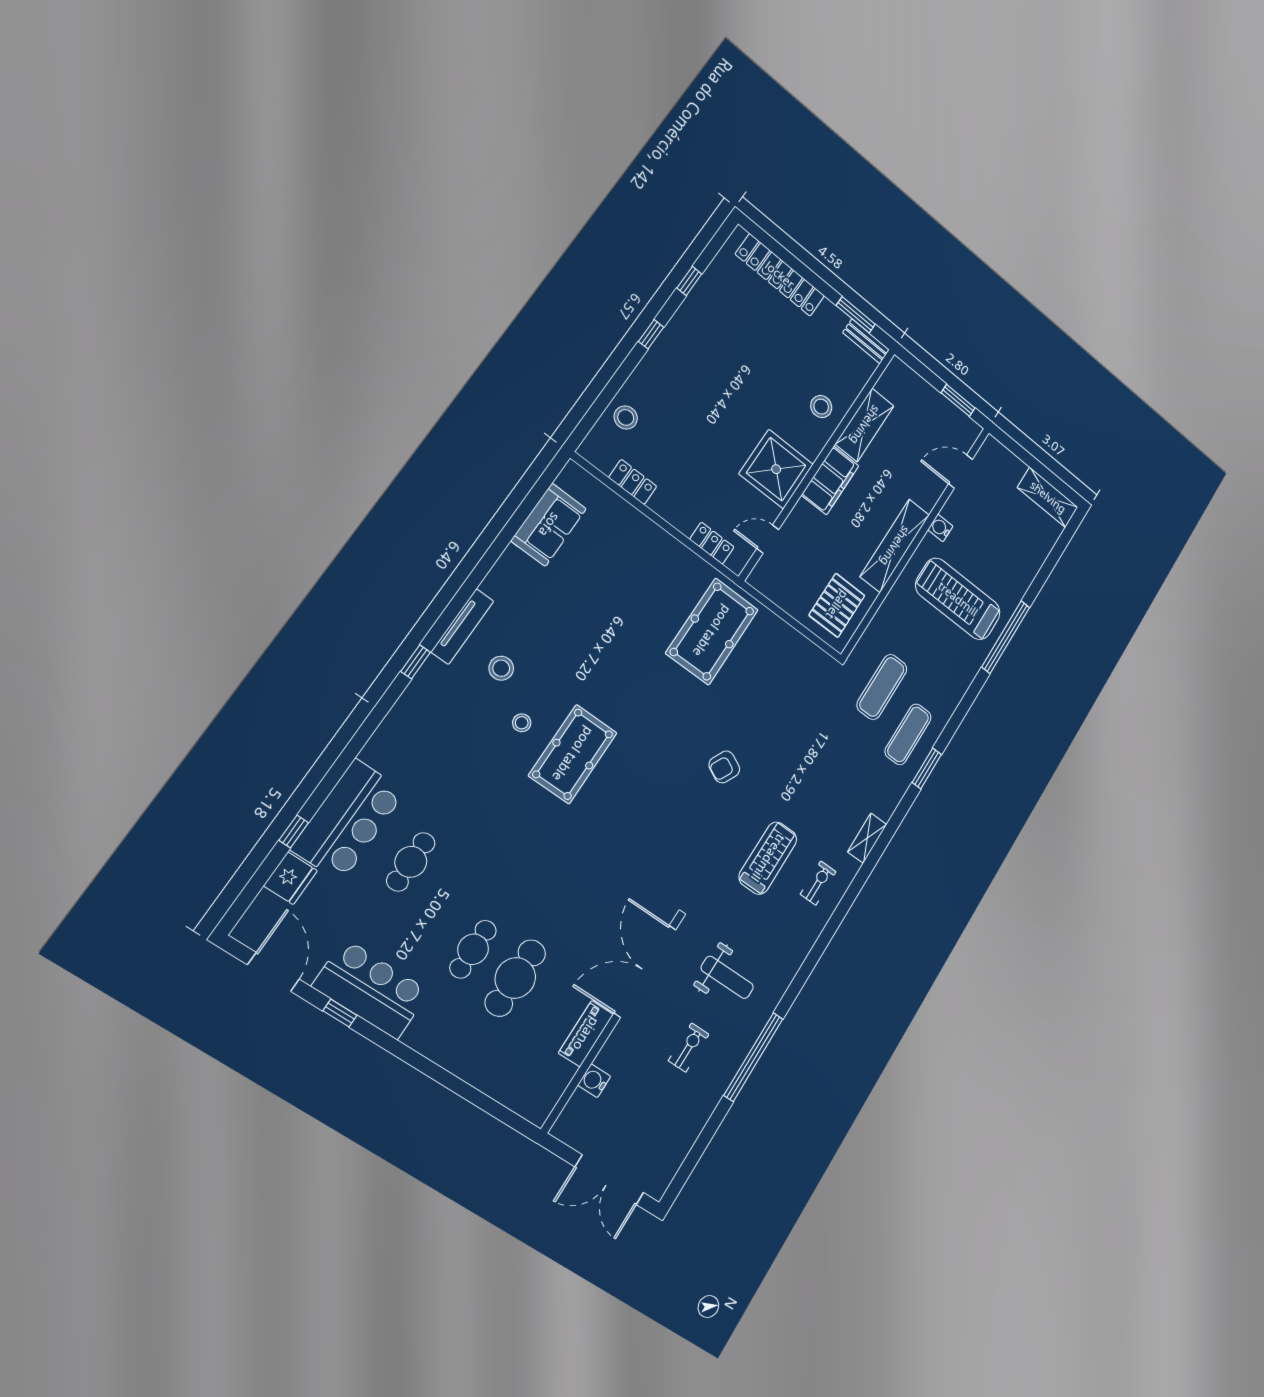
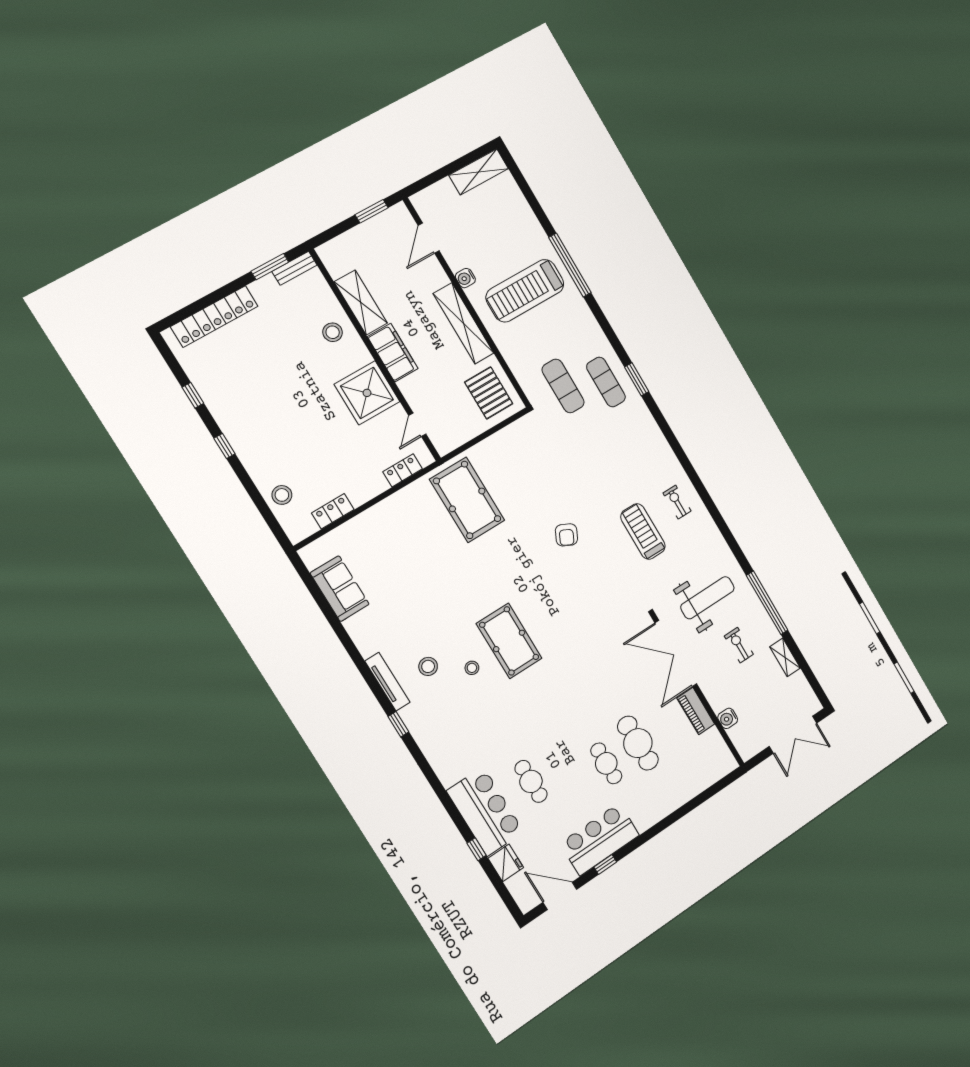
shelving: (867, 838) -> (785, 657), moved
weight bench: (727, 977) -> (707, 598), width x1.36, depth x1.33

